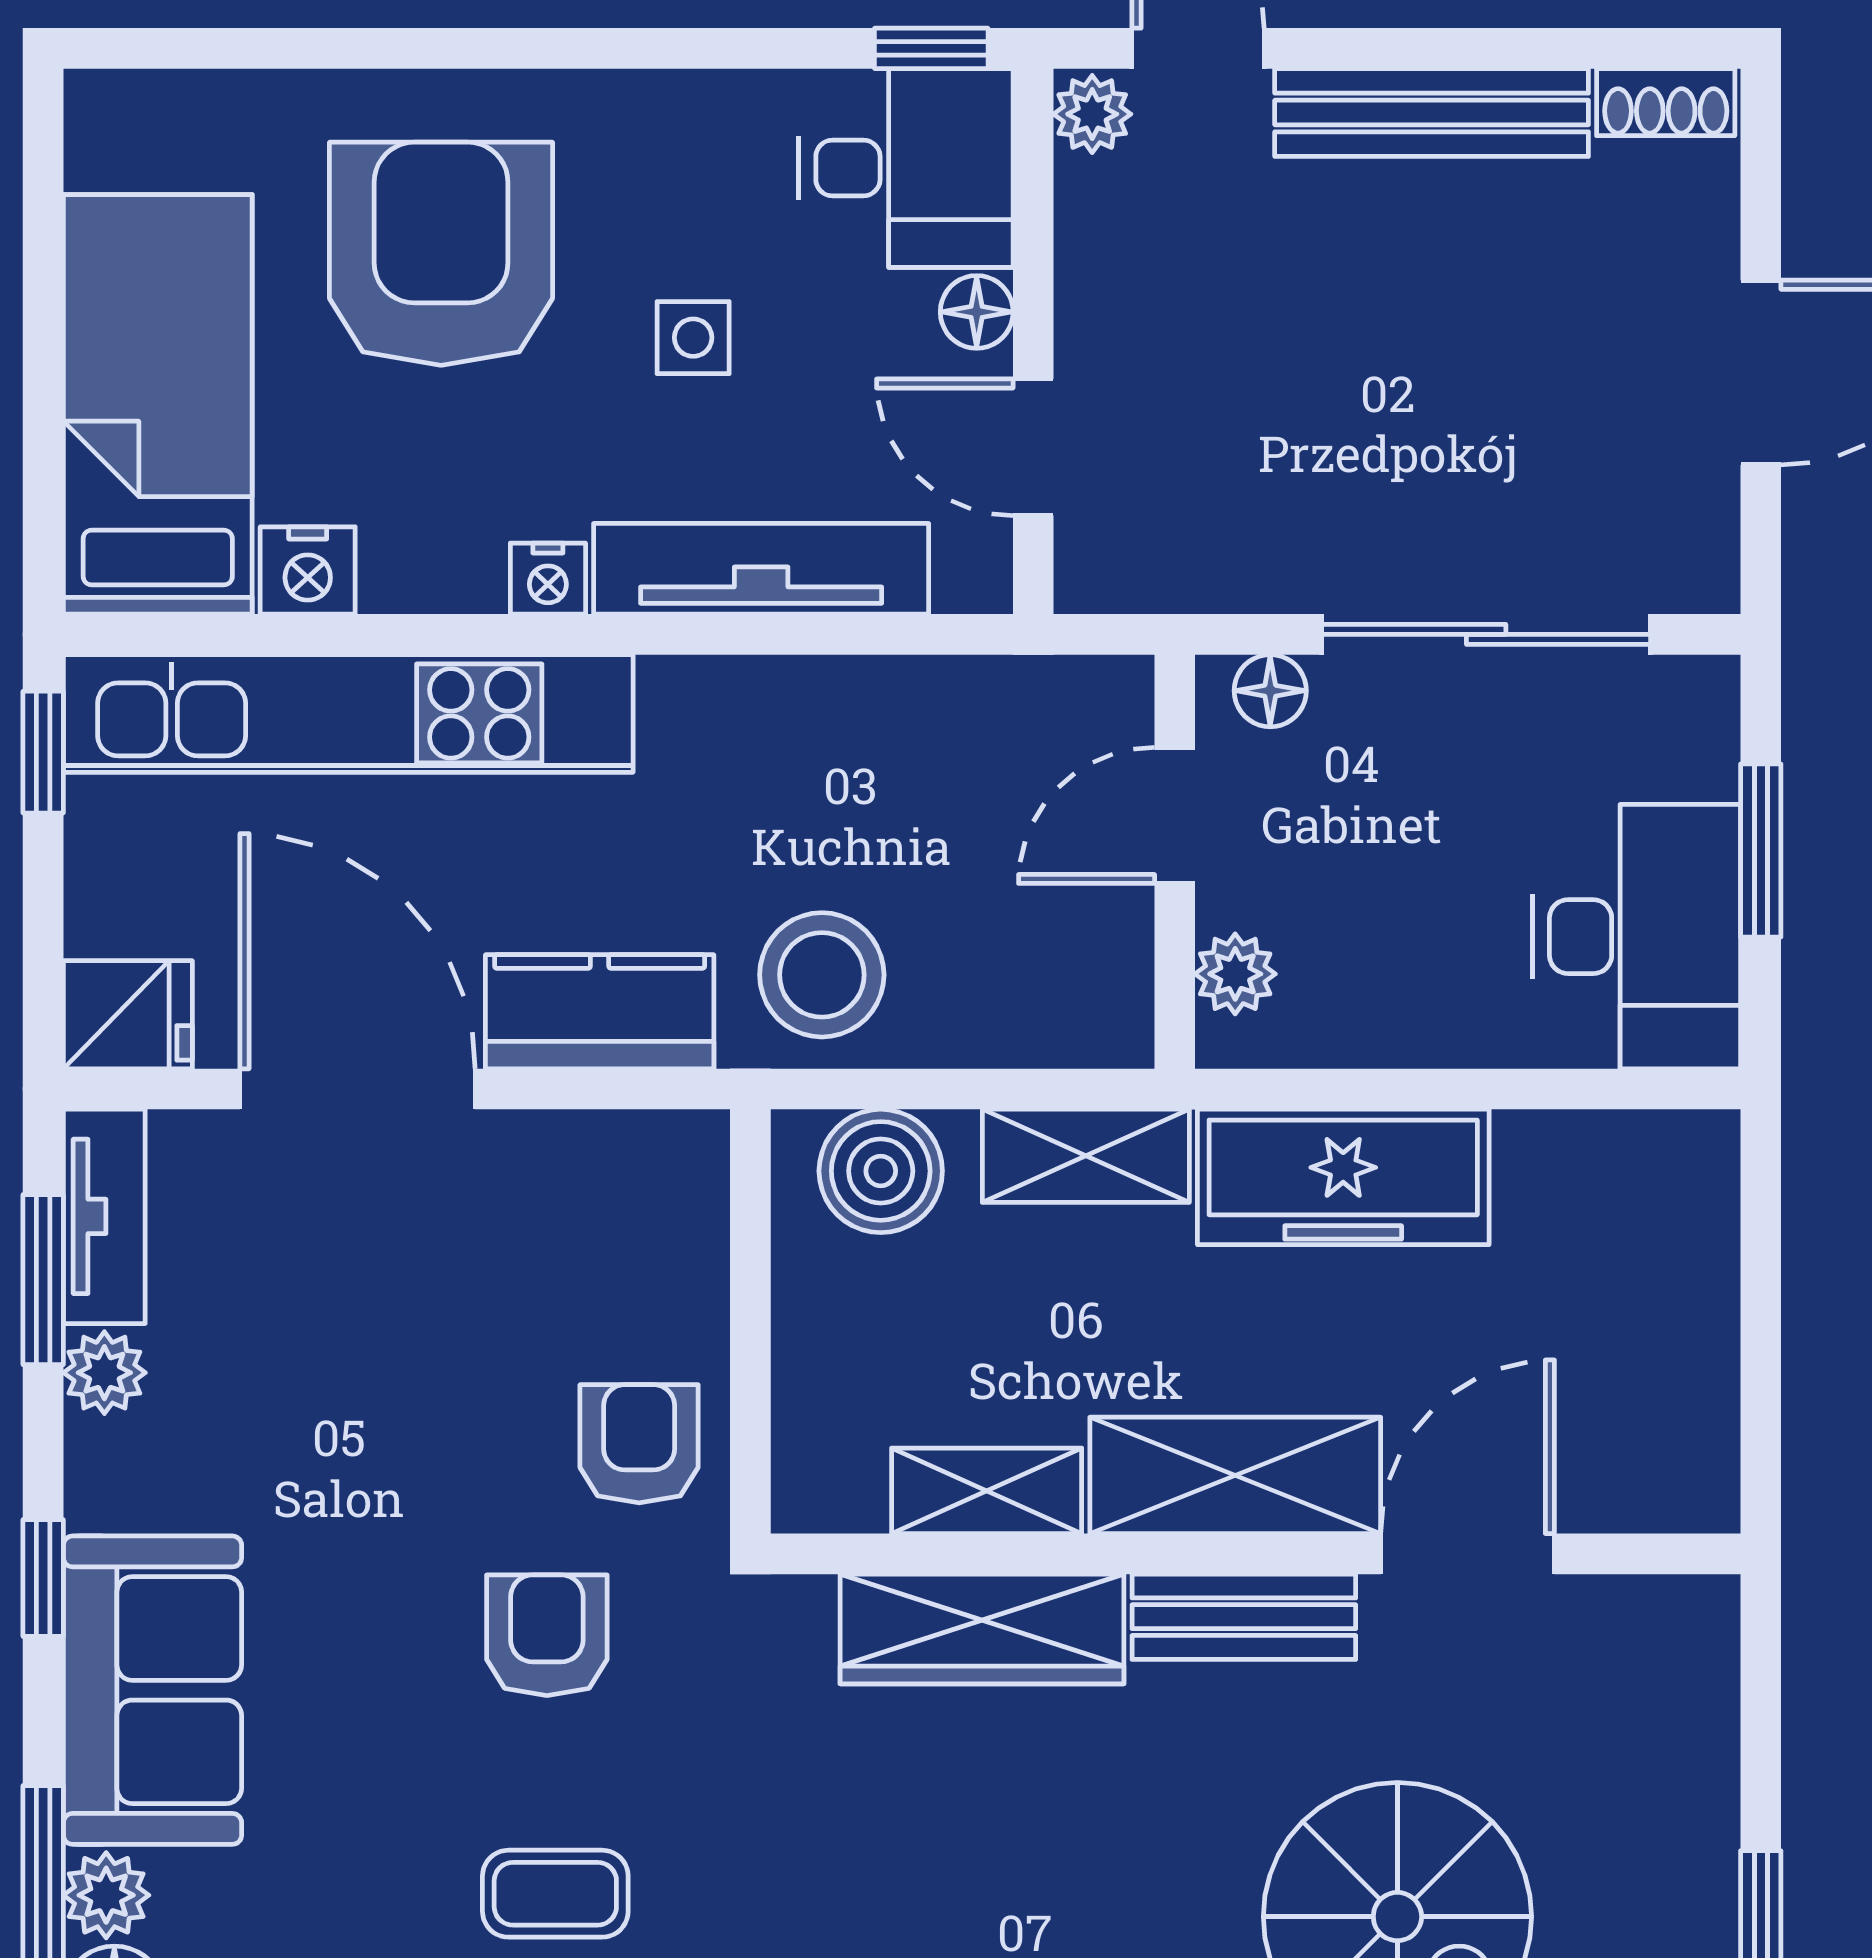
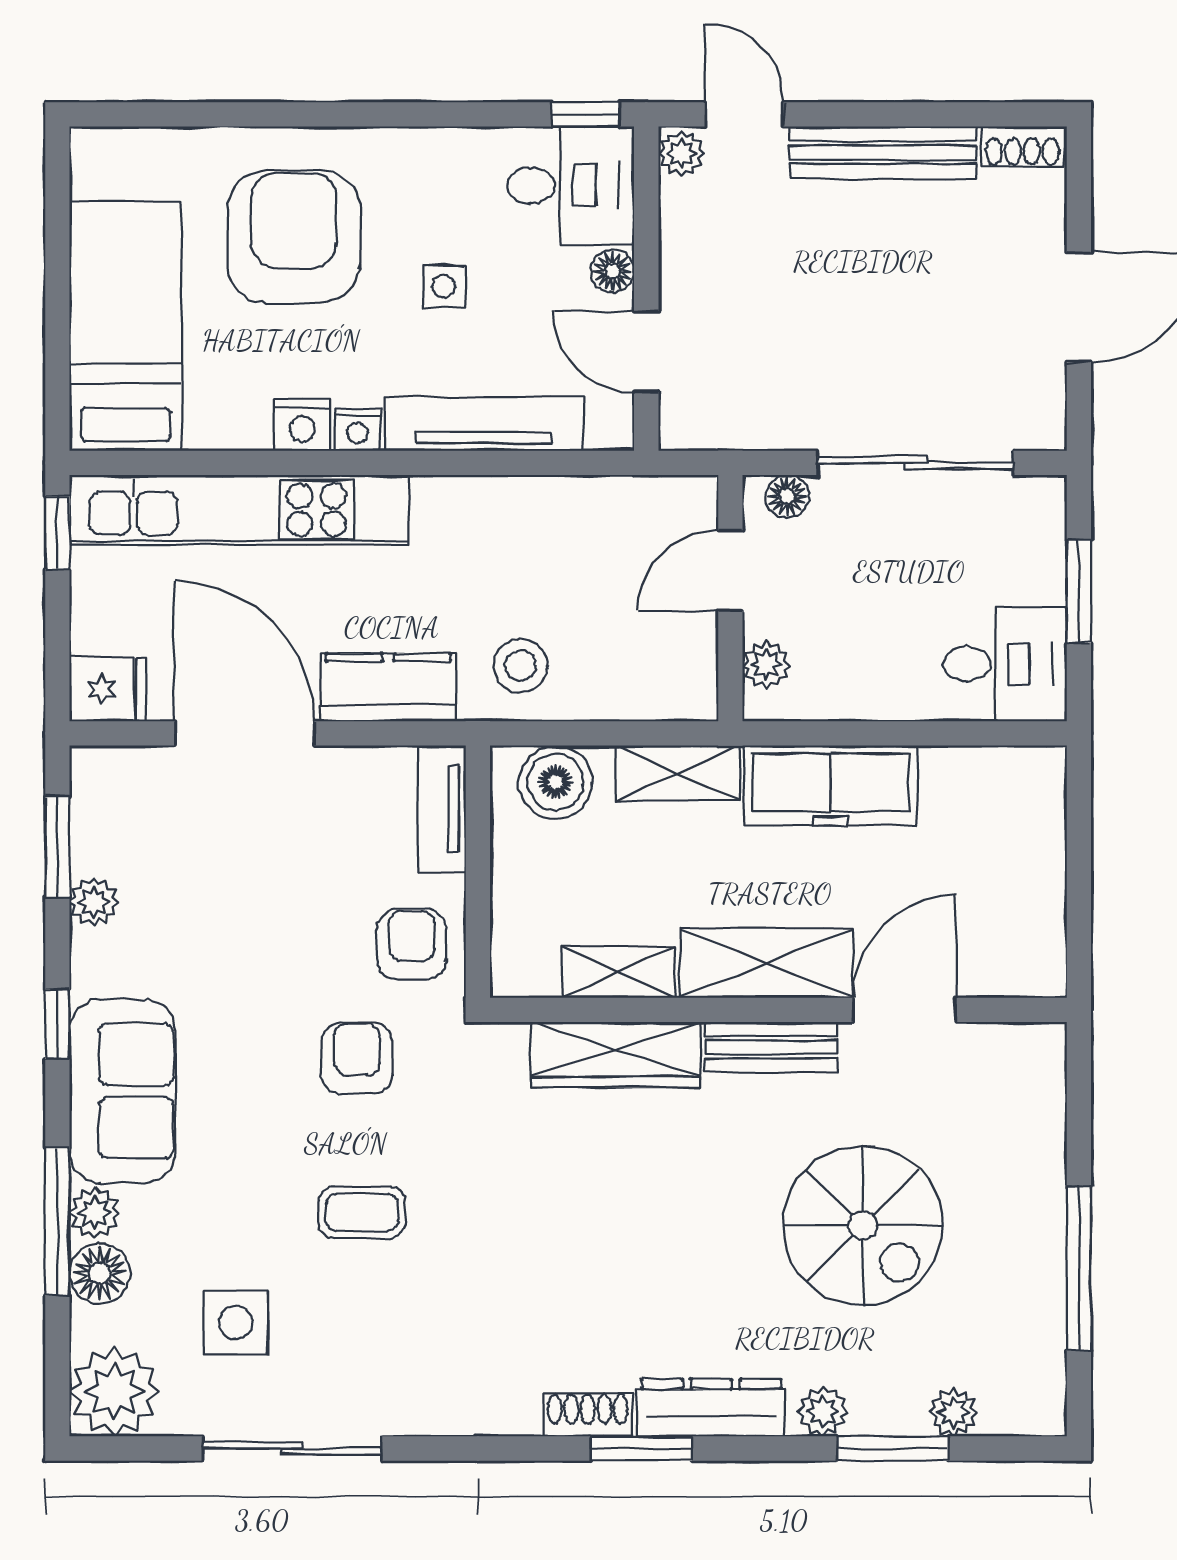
nightstand: (308, 571) -> (302, 425), moved
desk: (1637, 937) -> (1005, 664), width x0.73
stool: (822, 975) -> (520, 665), width x0.73, depth x0.73
tv unit: (104, 1216) -> (442, 809), moved, turned 180

